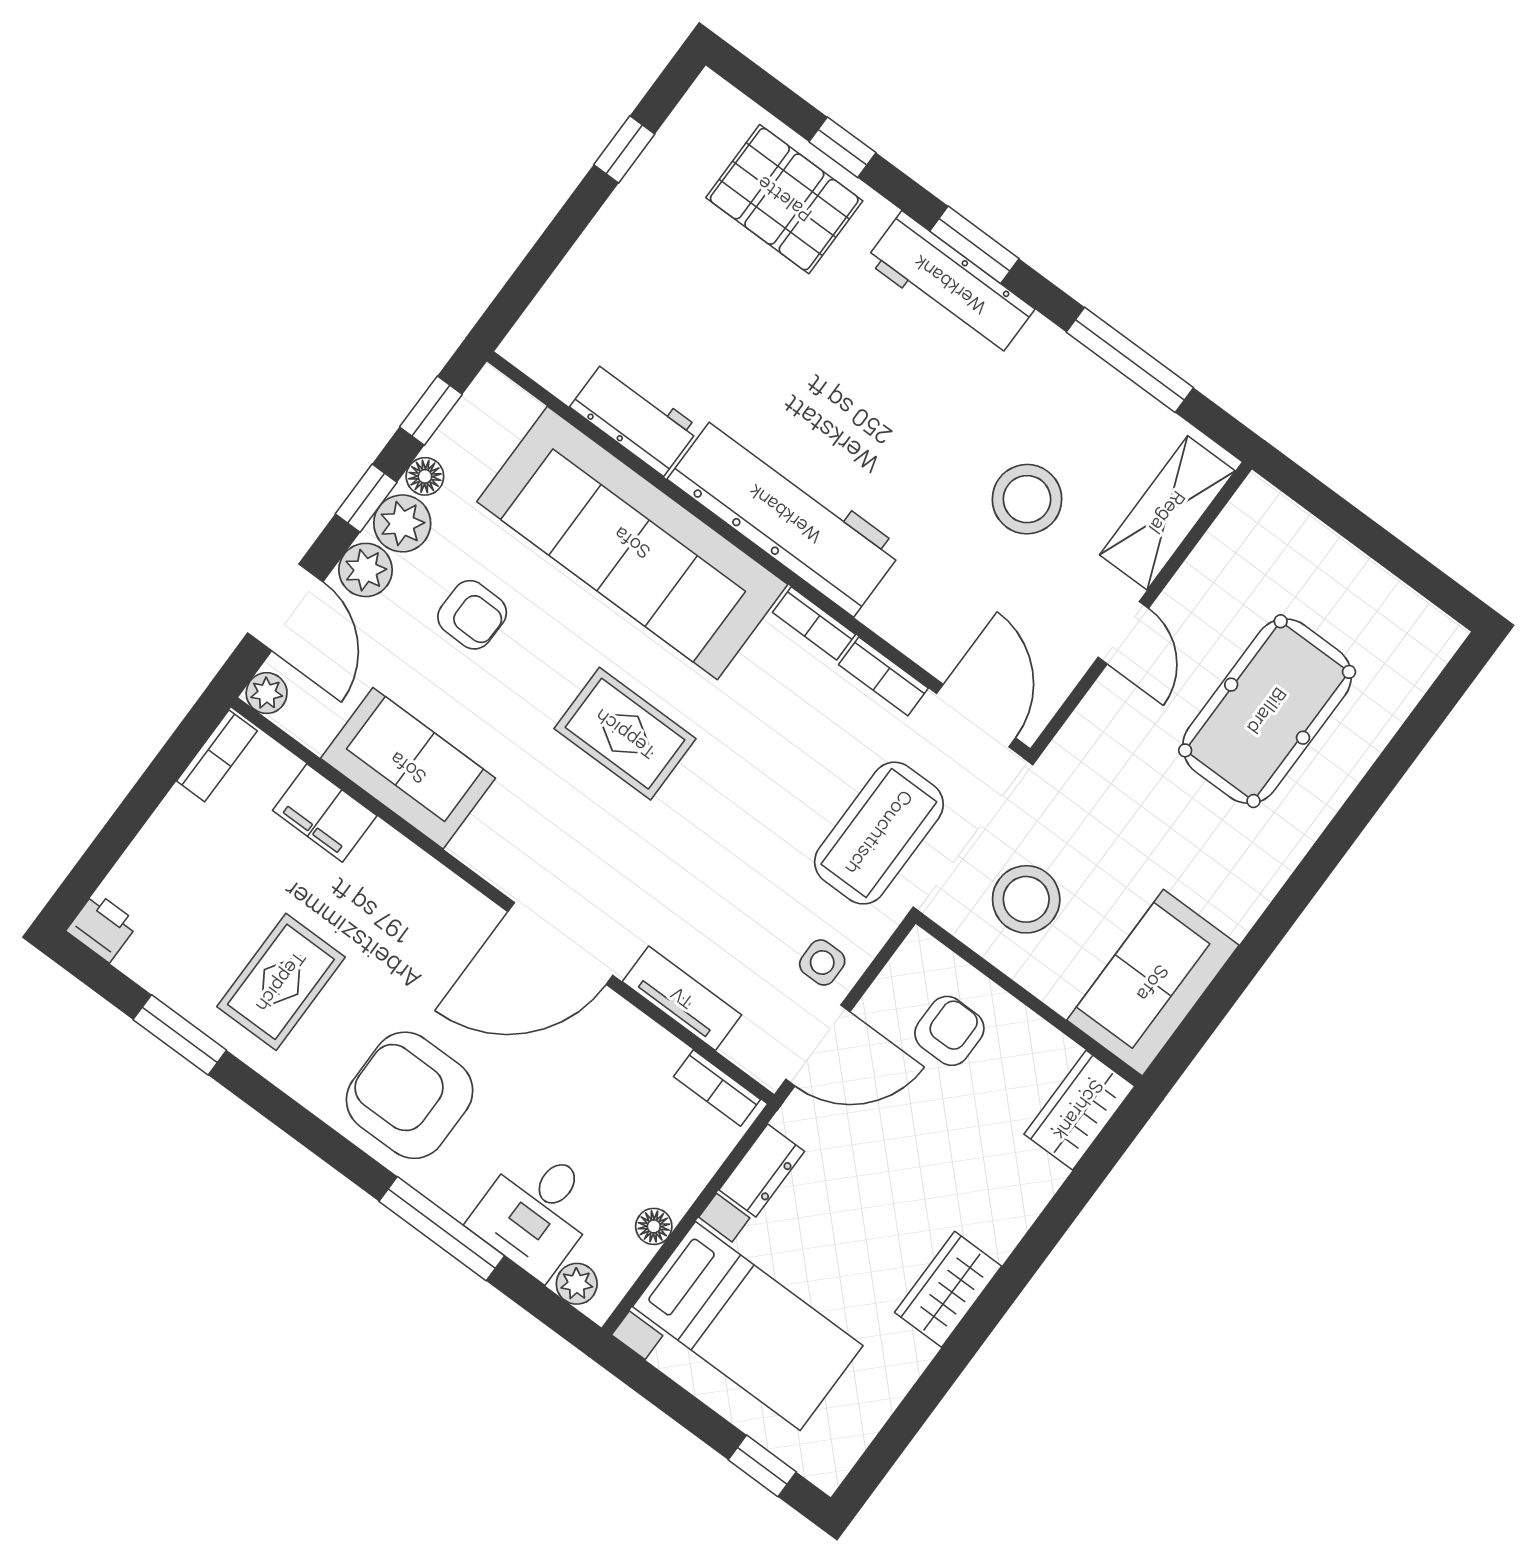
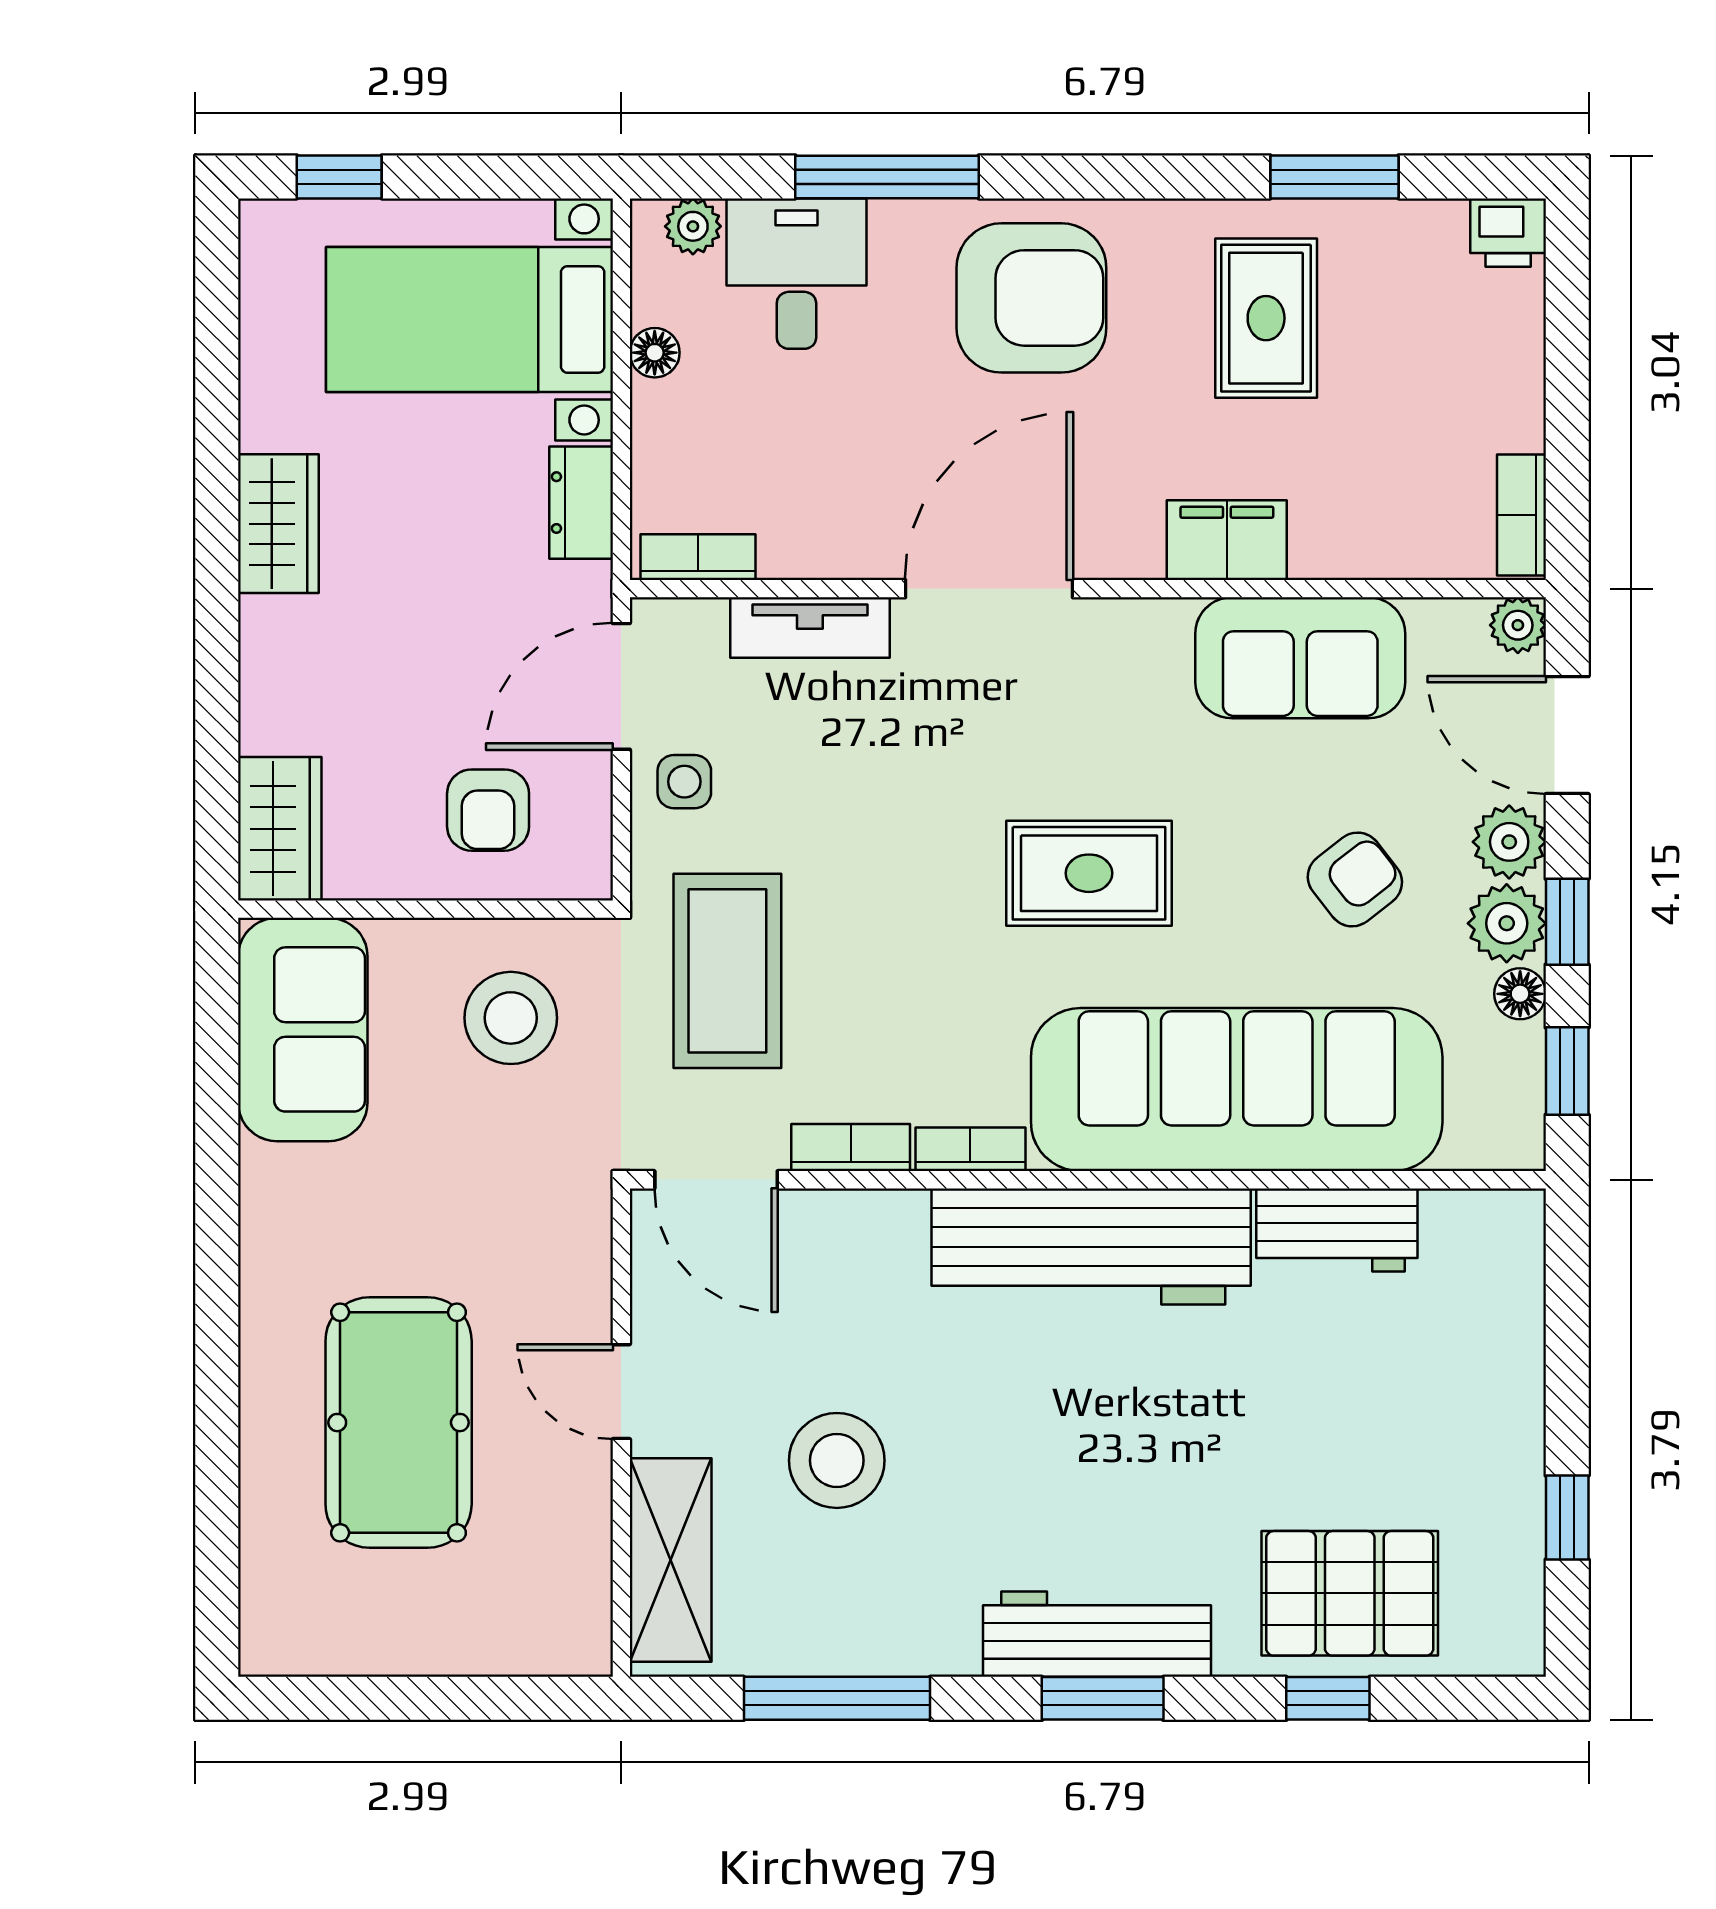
armchair: (472, 615) -> (1355, 879), turned 141
filing cabinet: (325, 813) -> (1227, 540), moved

